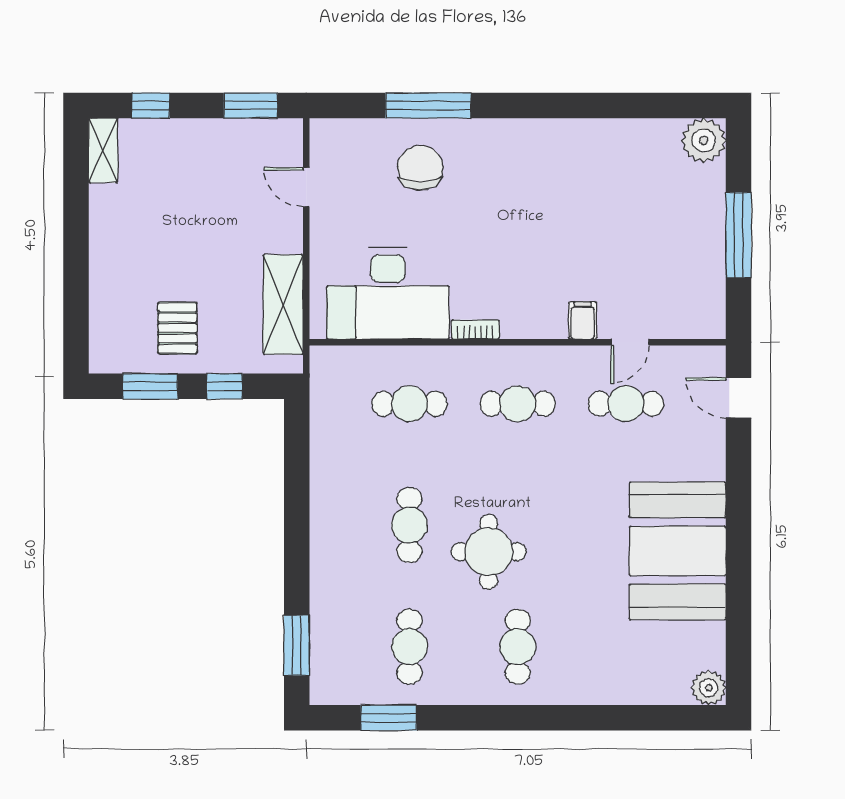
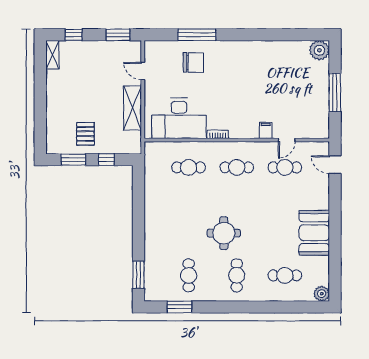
chair: (420, 168) -> (193, 62), turned 90
shelving: (283, 304) -> (132, 108), moved
cafe table: (409, 525) -> (285, 275), moved, turned 90
booth: (678, 551) -> (314, 233), width x0.73, depth x0.70

